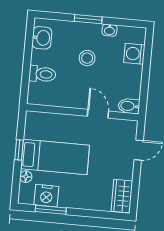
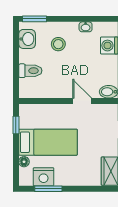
window: (88, 19) -> (34, 19), moved
stool: (87, 58) -> (58, 44), moved
window: (19, 150) -> (16, 125), moved

